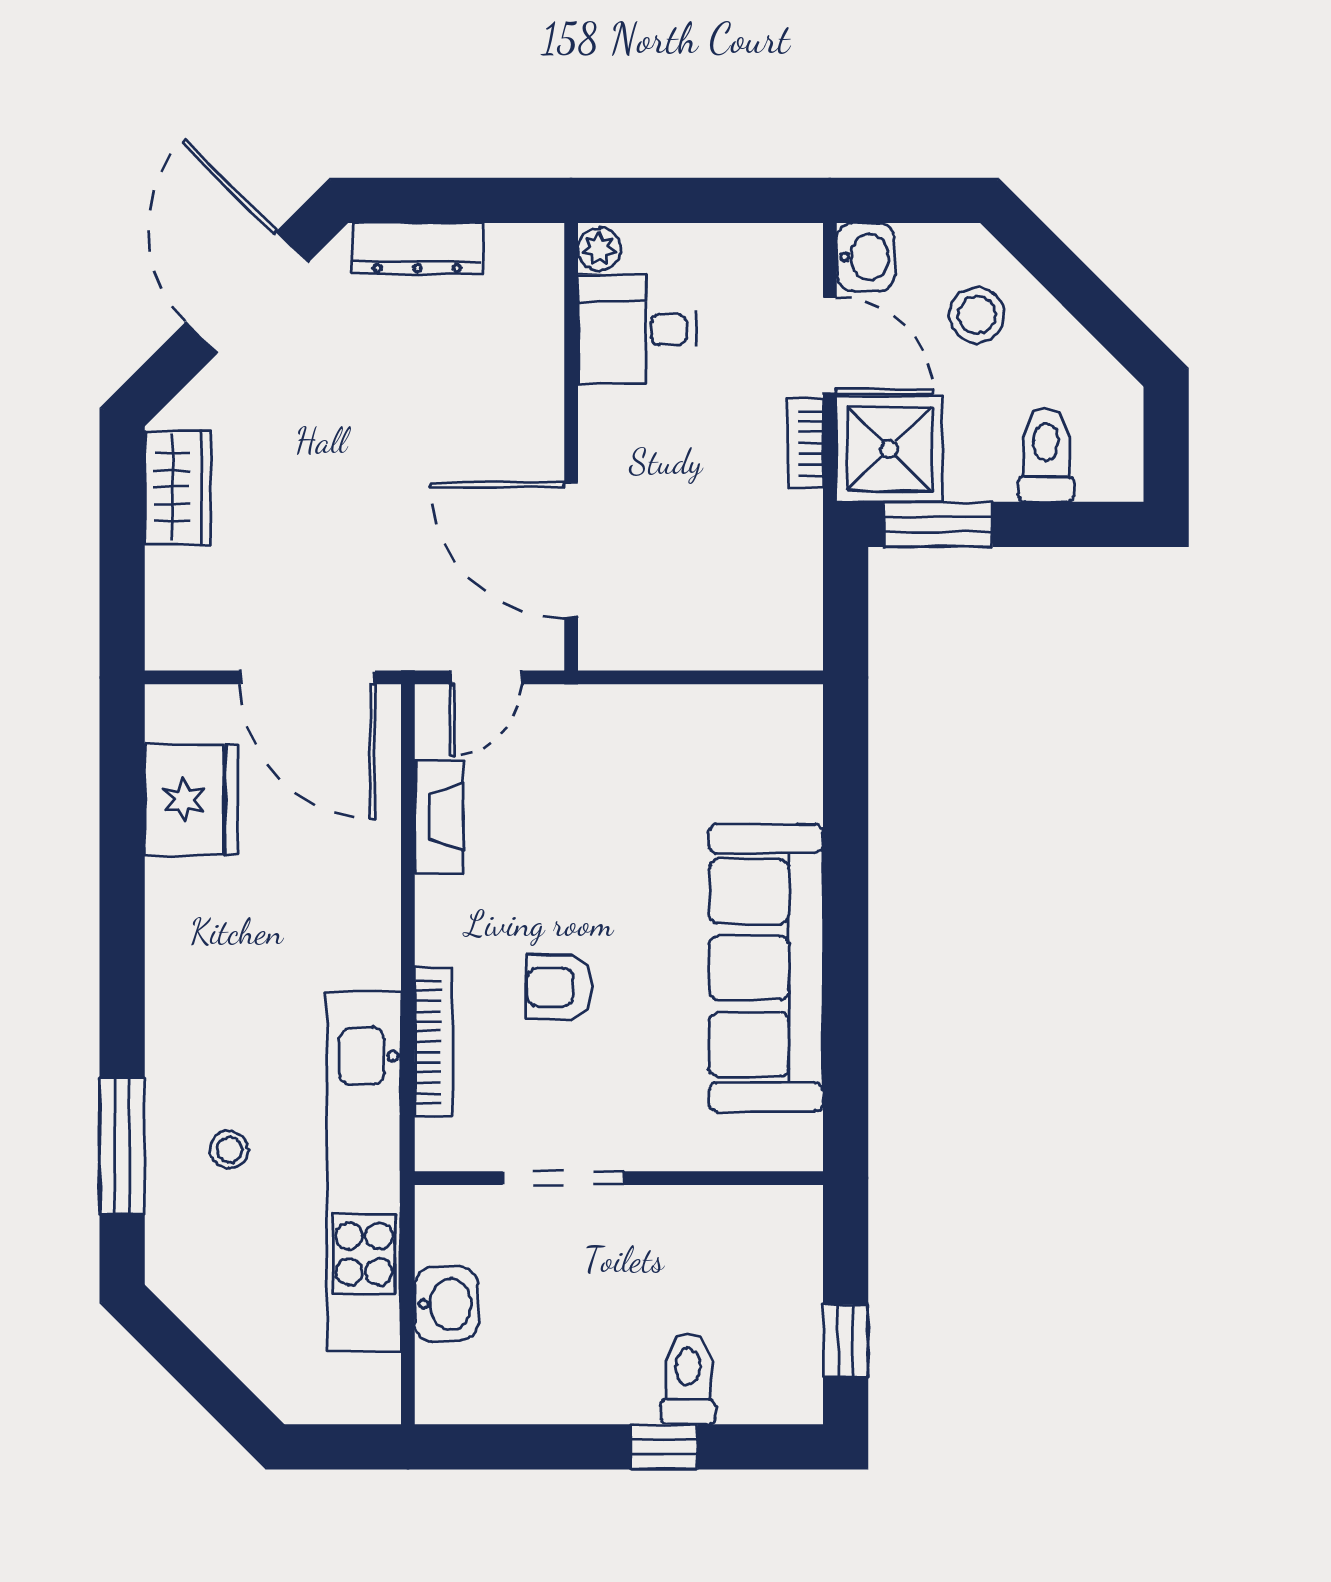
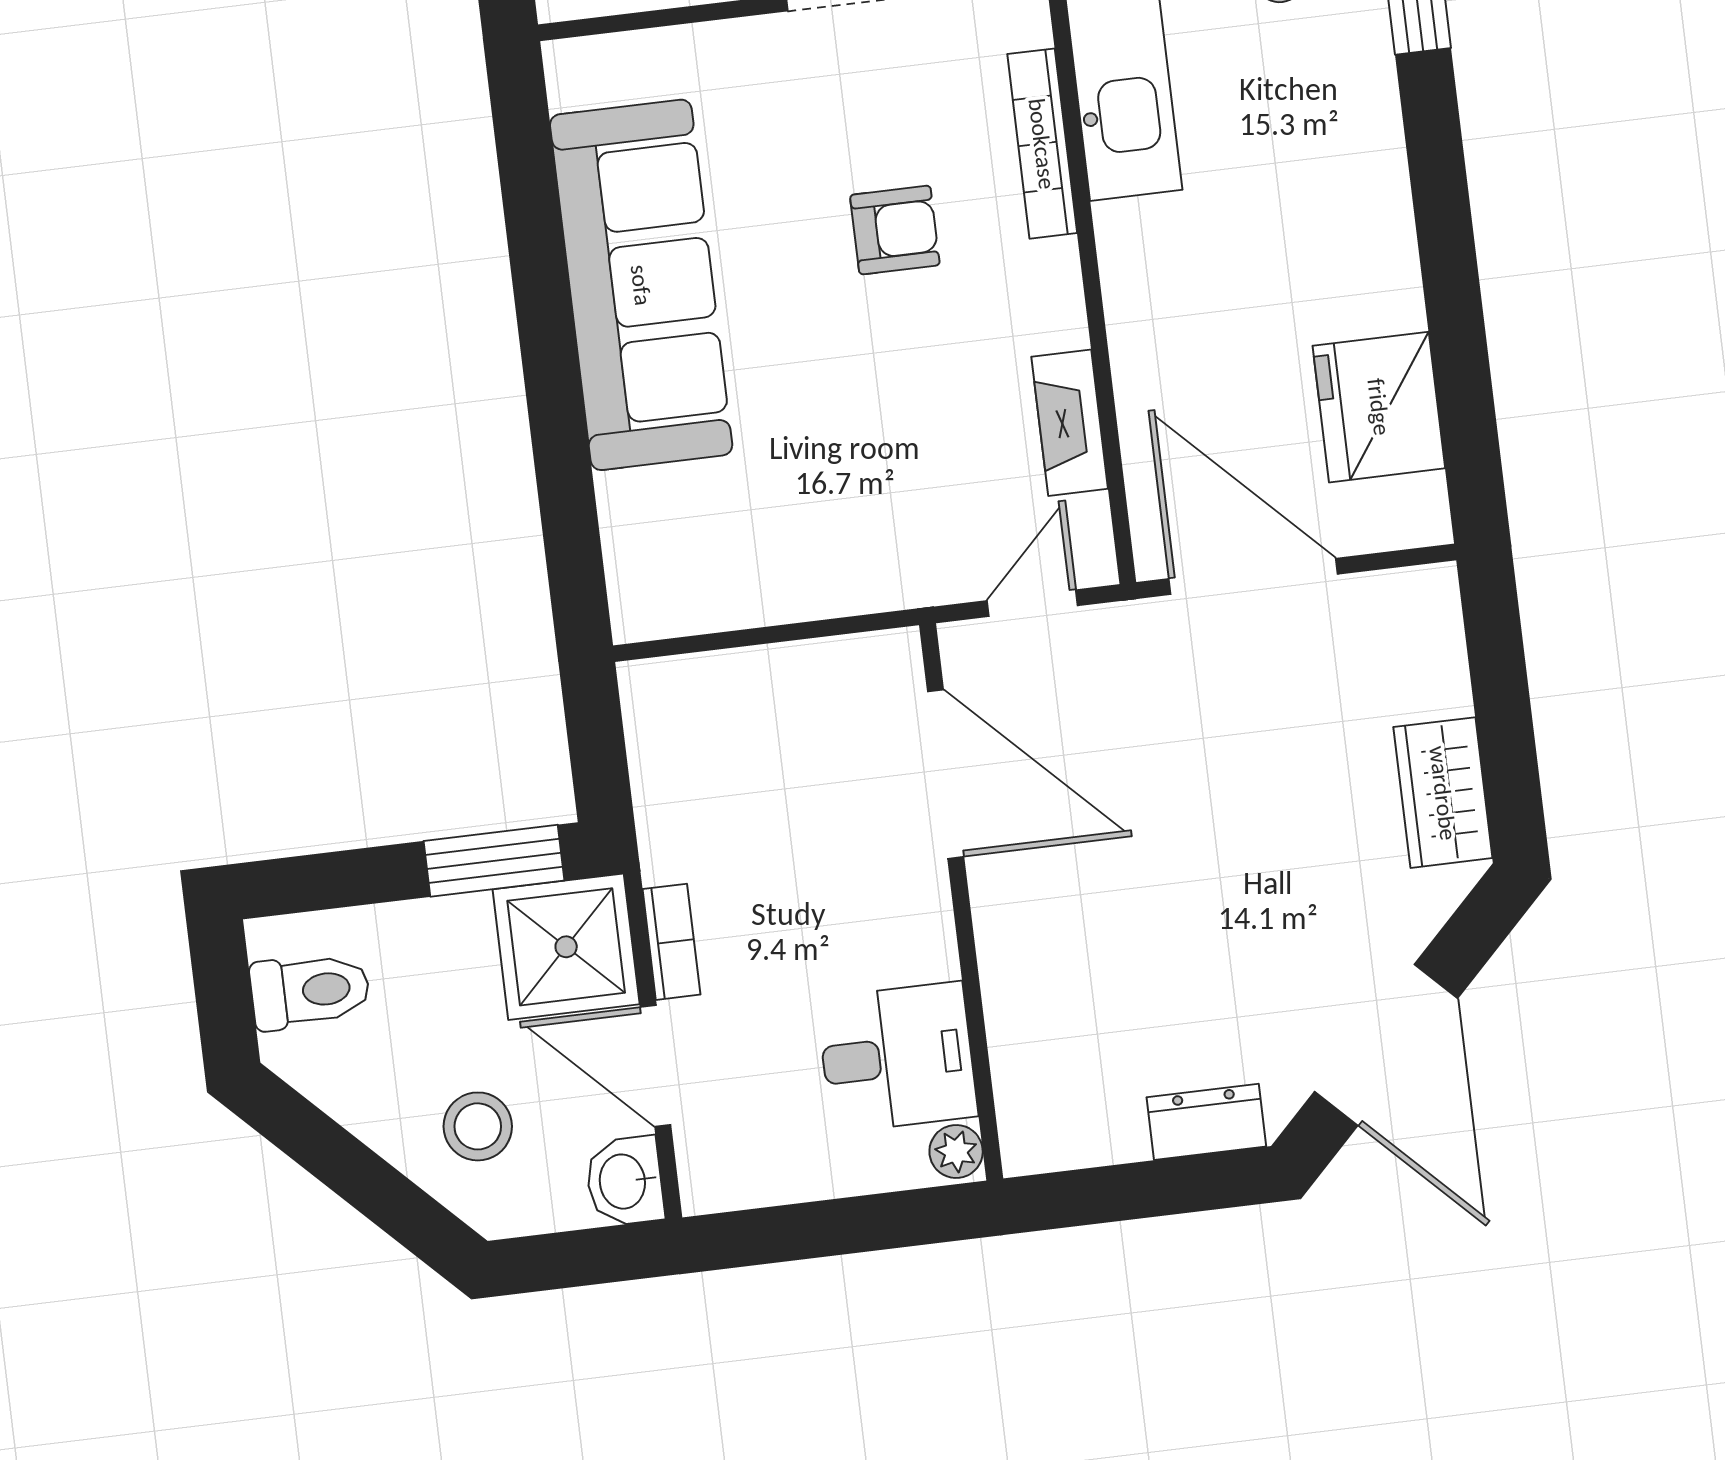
dresser: (417, 248) -> (1206, 1122), width x0.70
toilet: (1046, 455) -> (310, 991), moved, turned -90

